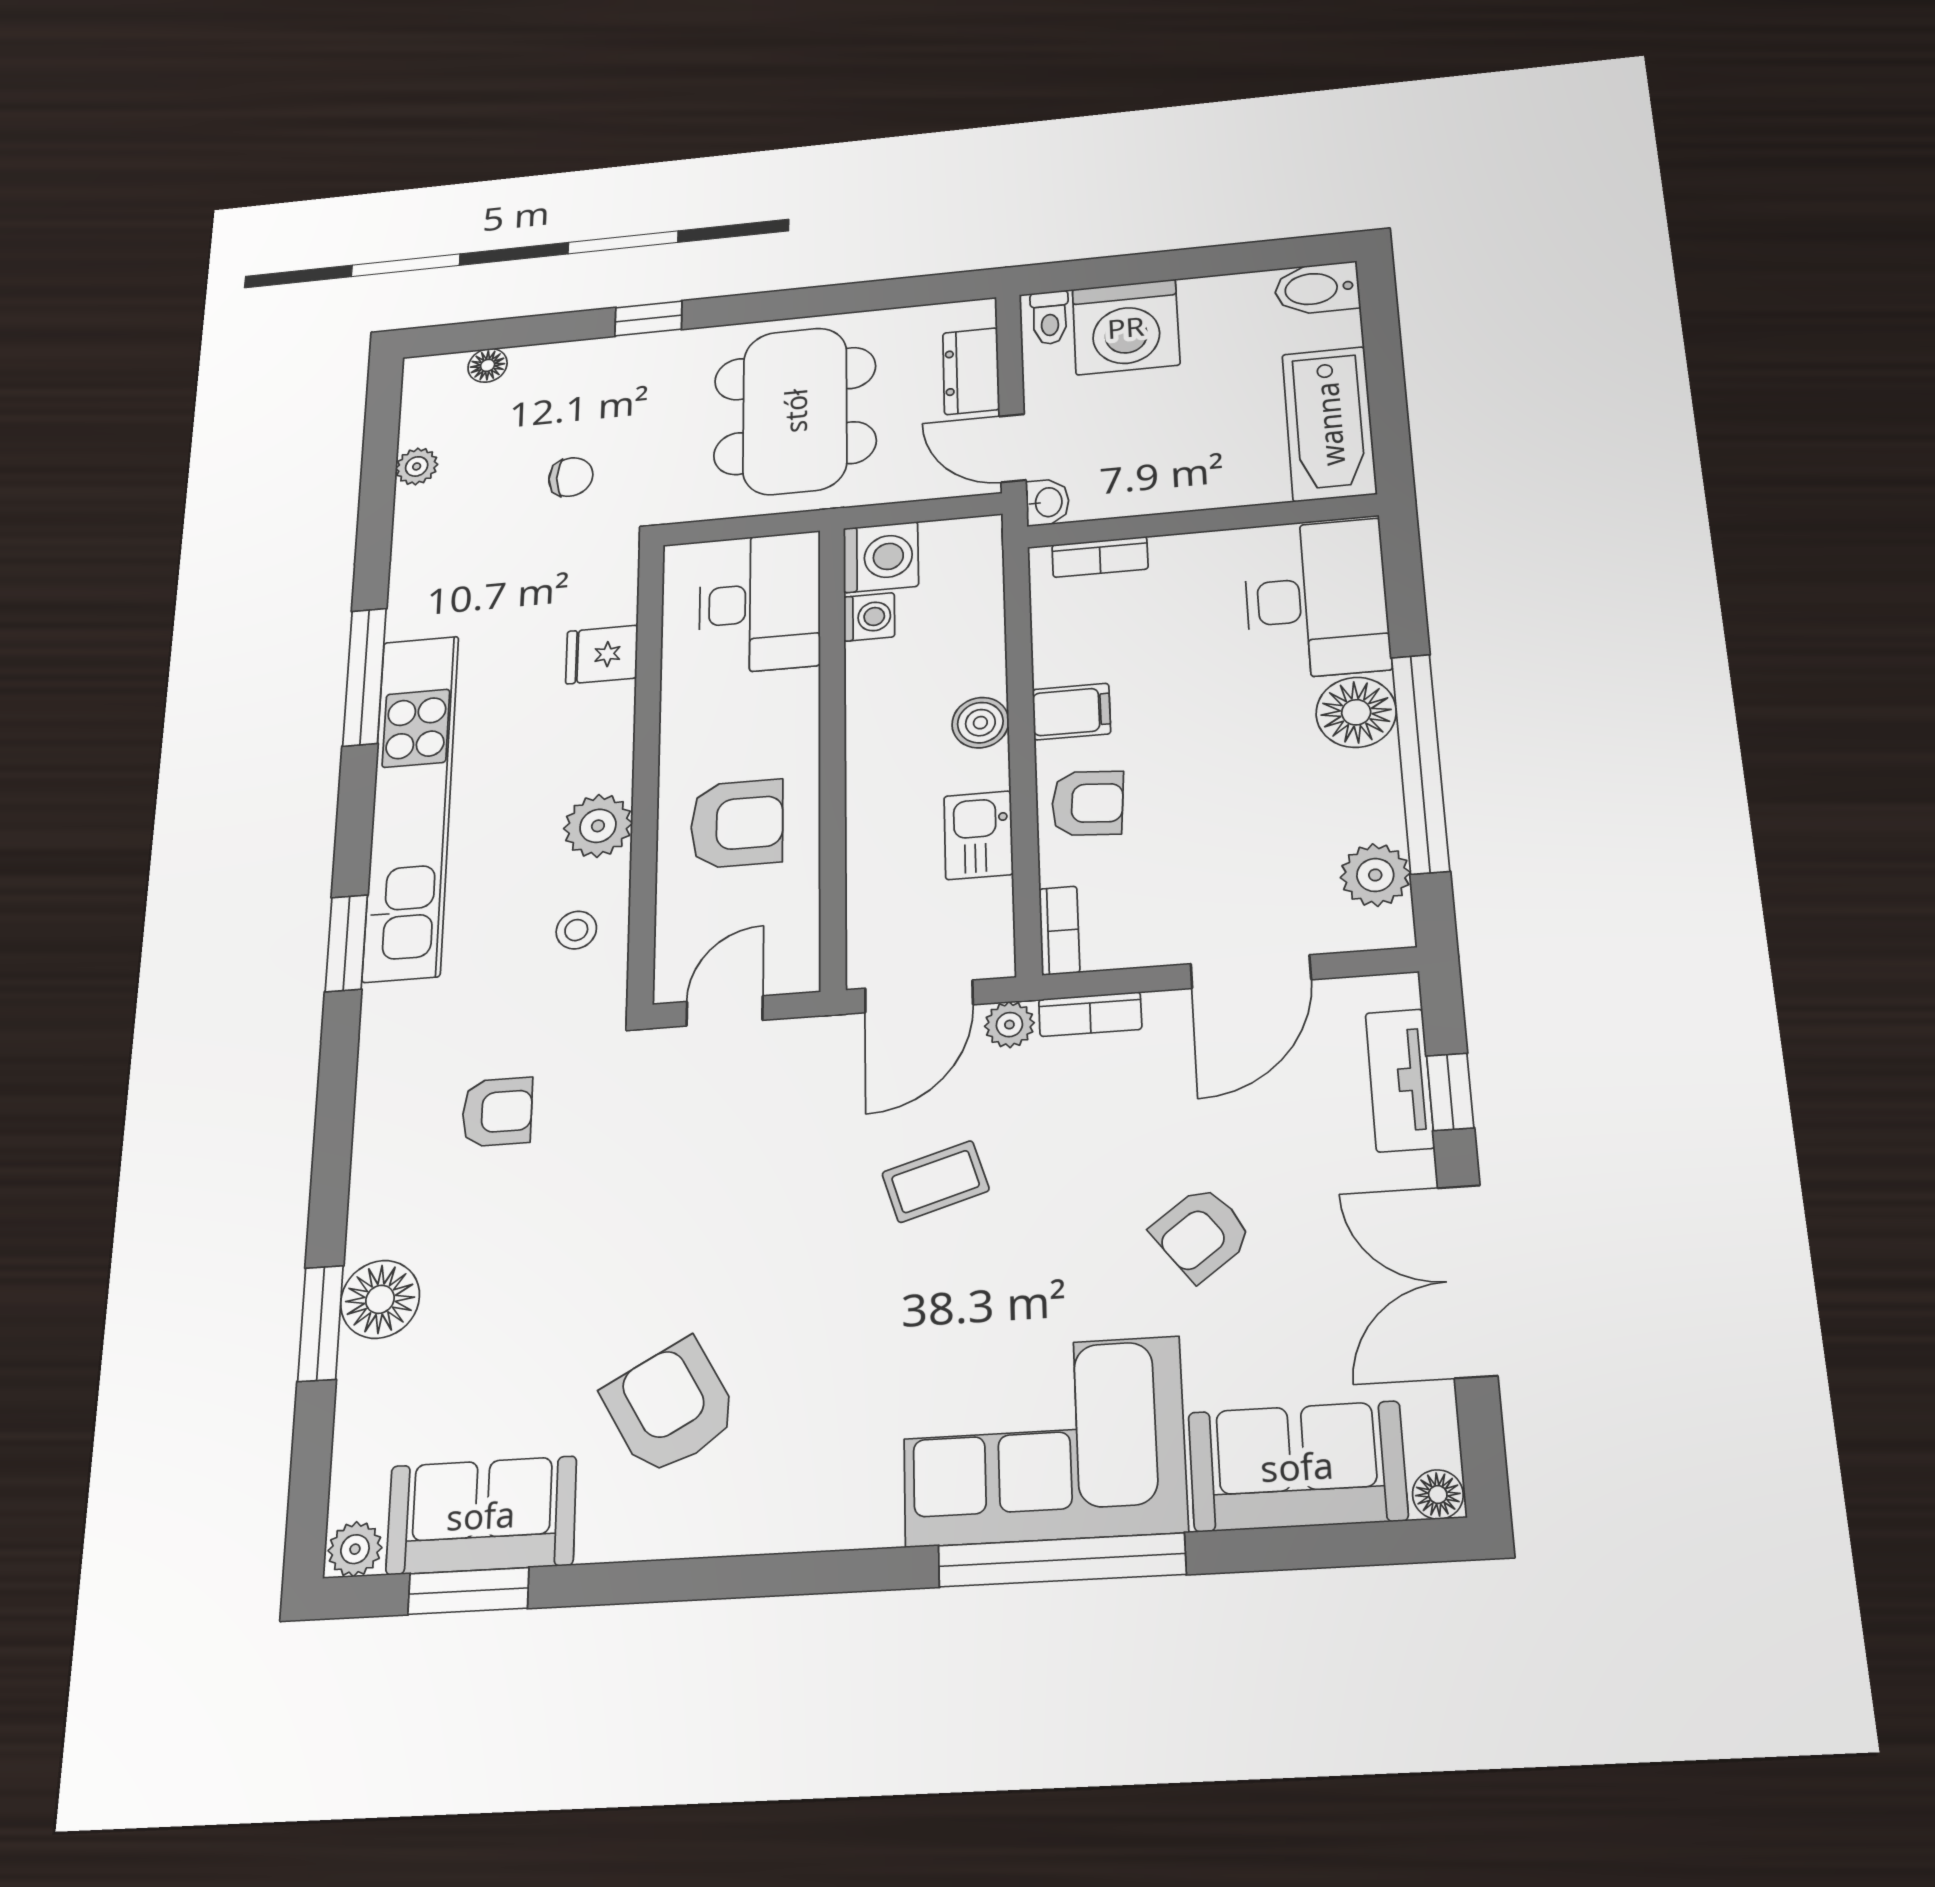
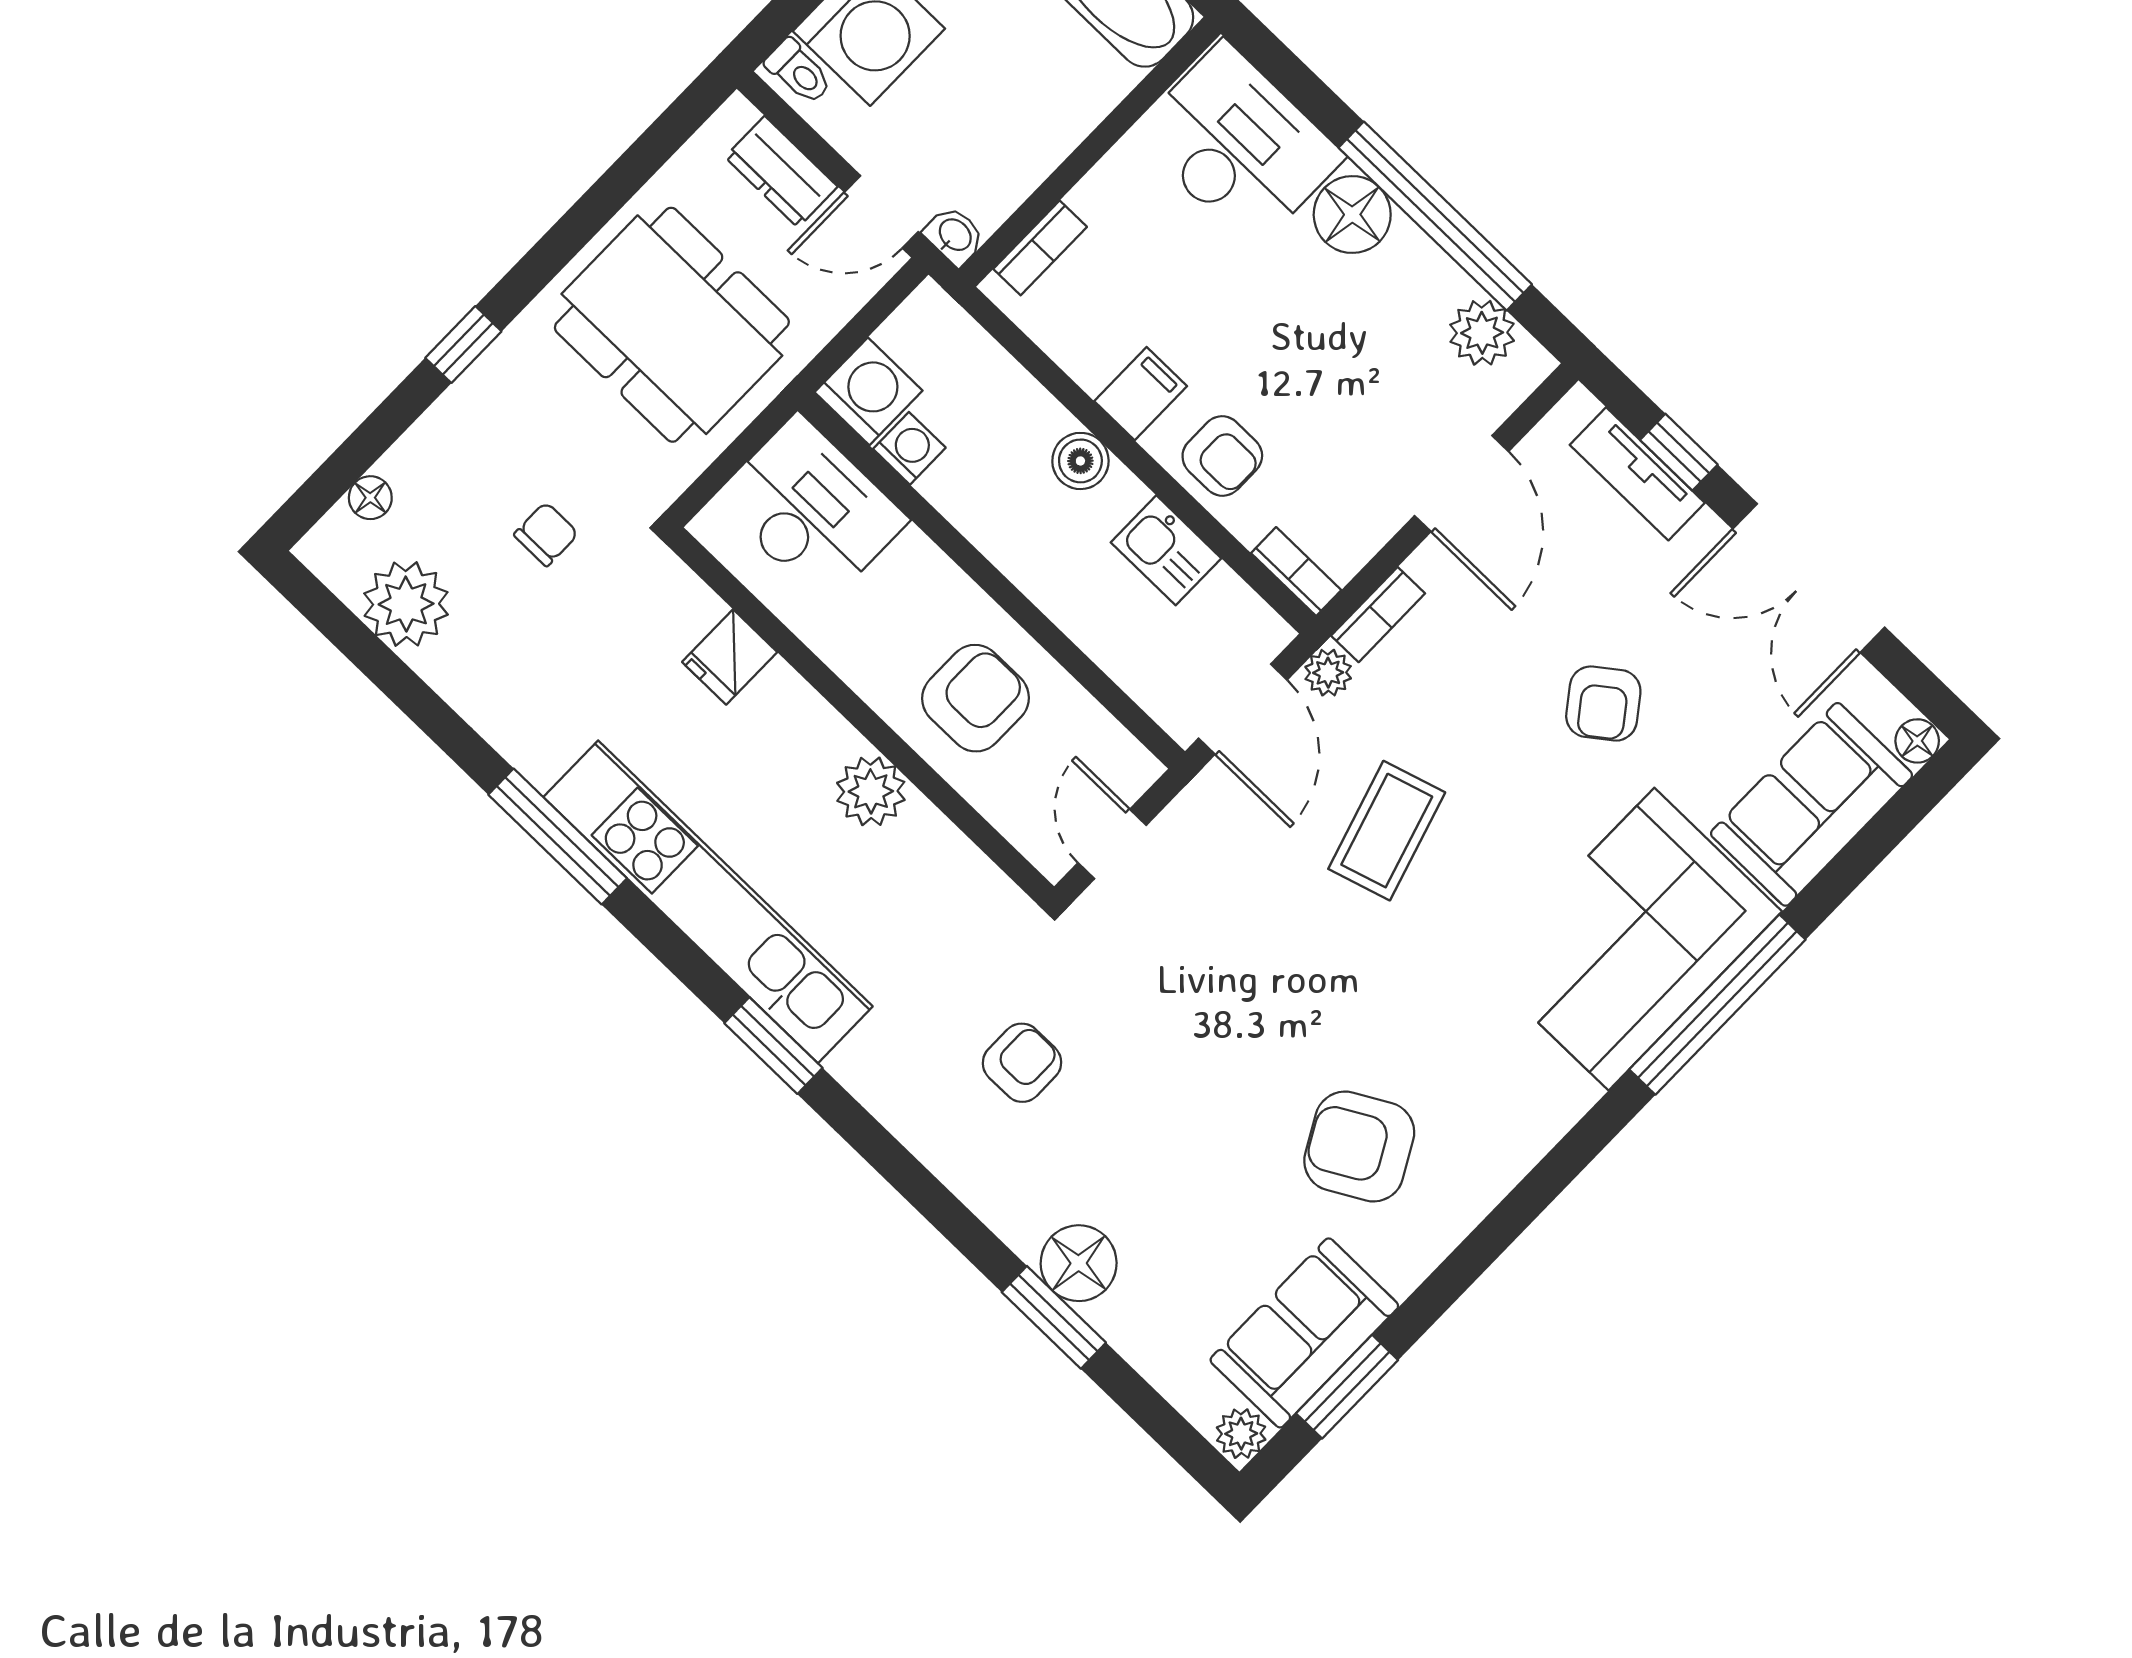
plant: (417, 466) -> (406, 604), width x1.88, depth x1.88
armchair: (1087, 803) -> (1222, 456), turned 86
stool: (576, 930) -> (939, 883), removed
coffee table: (936, 1182) -> (1387, 831), width x1.36, depth x1.30

